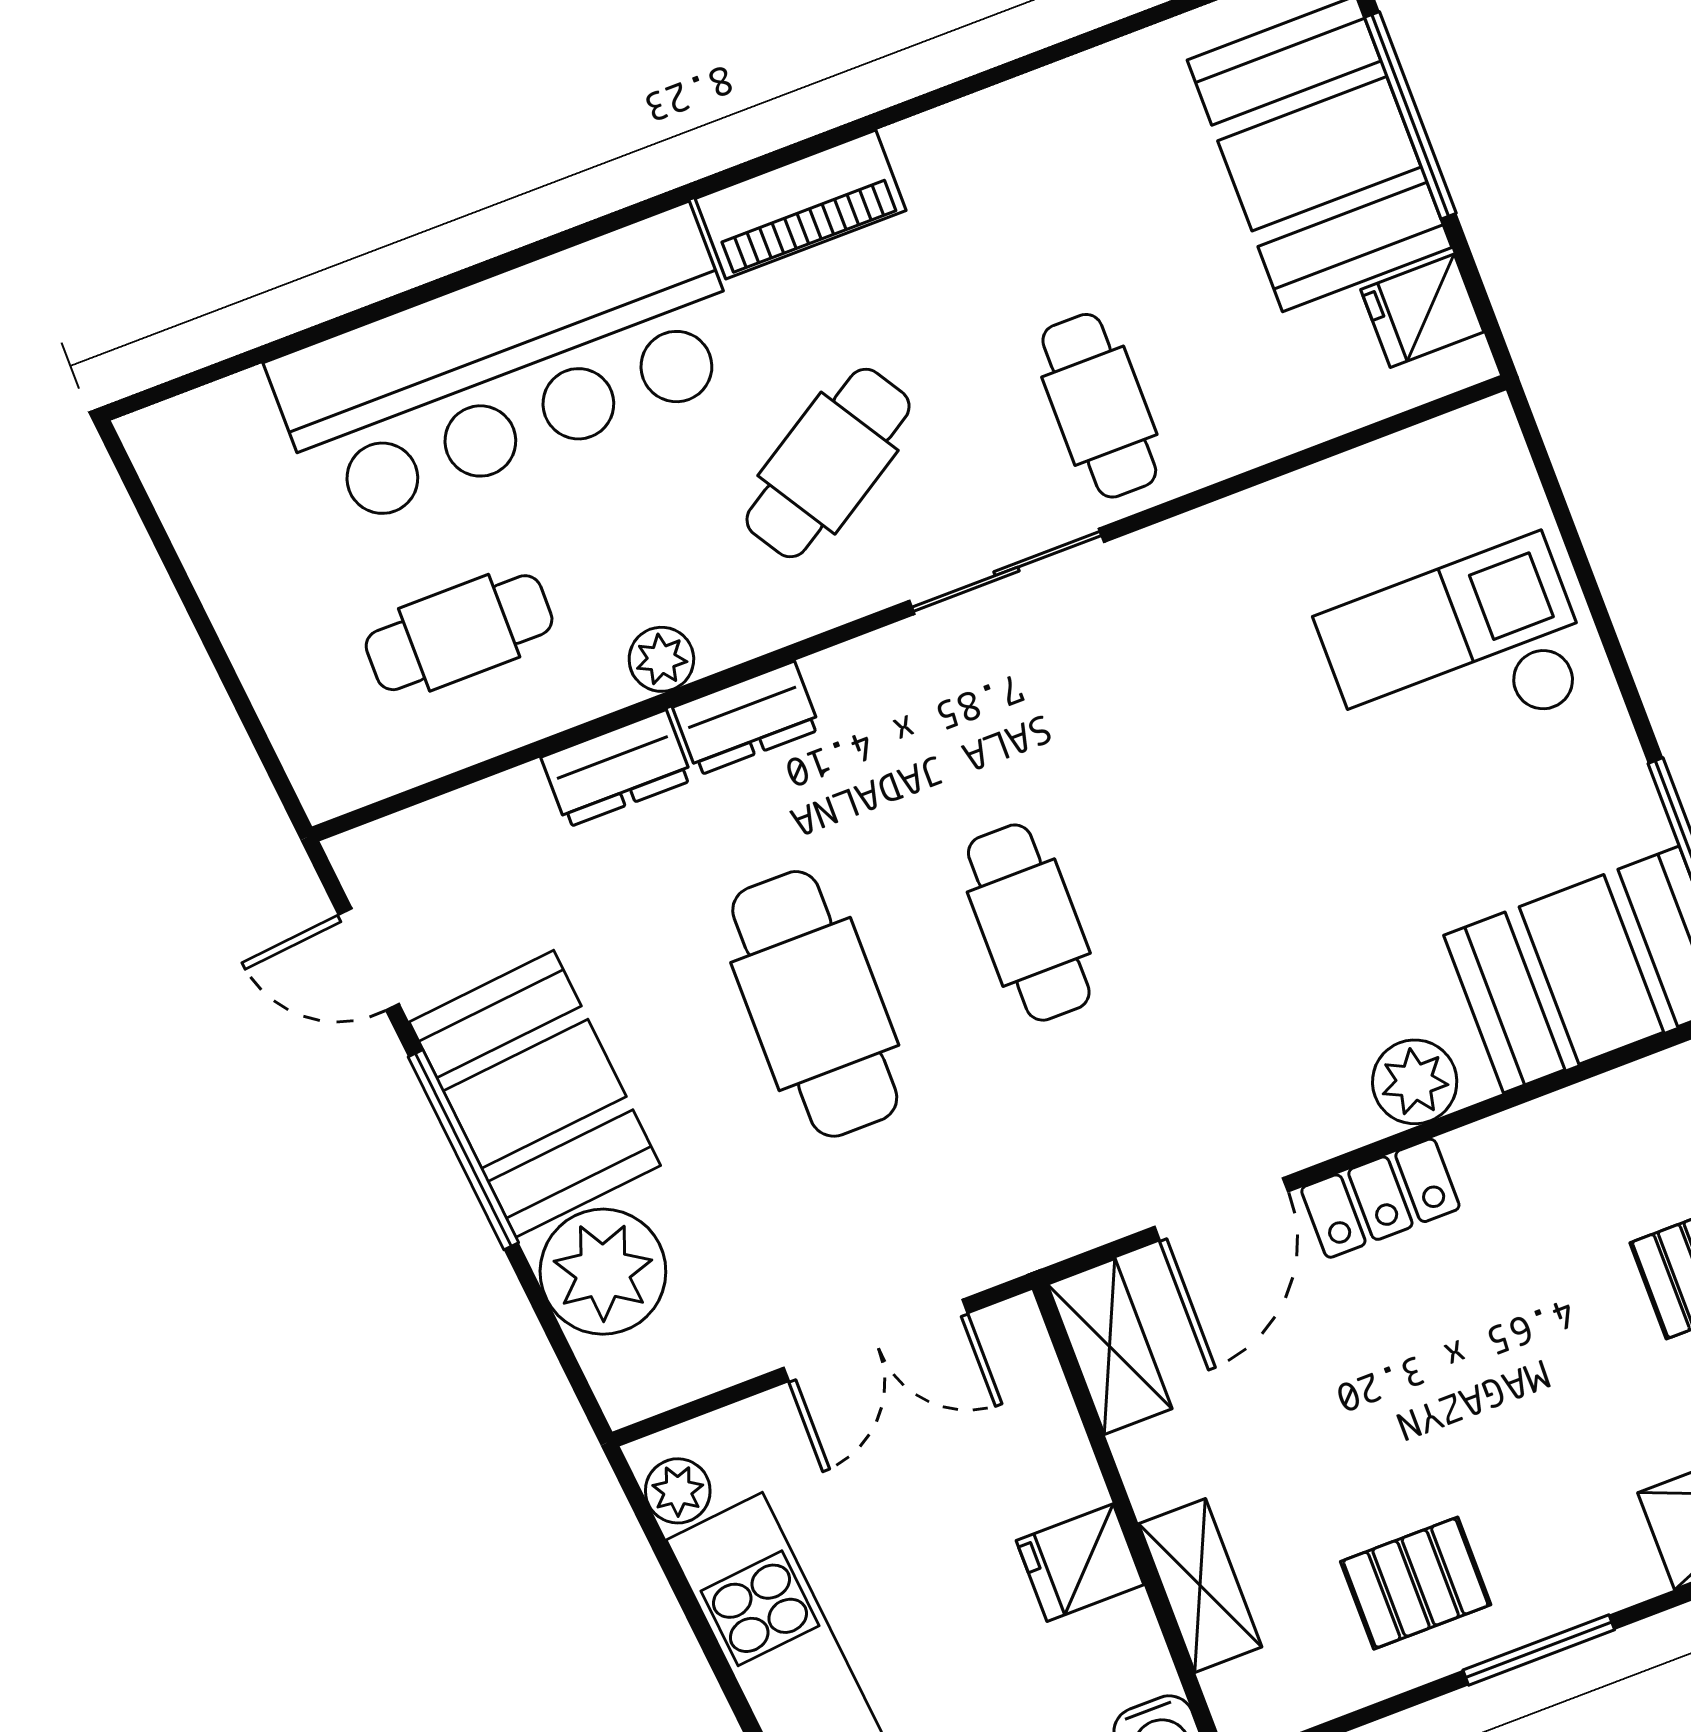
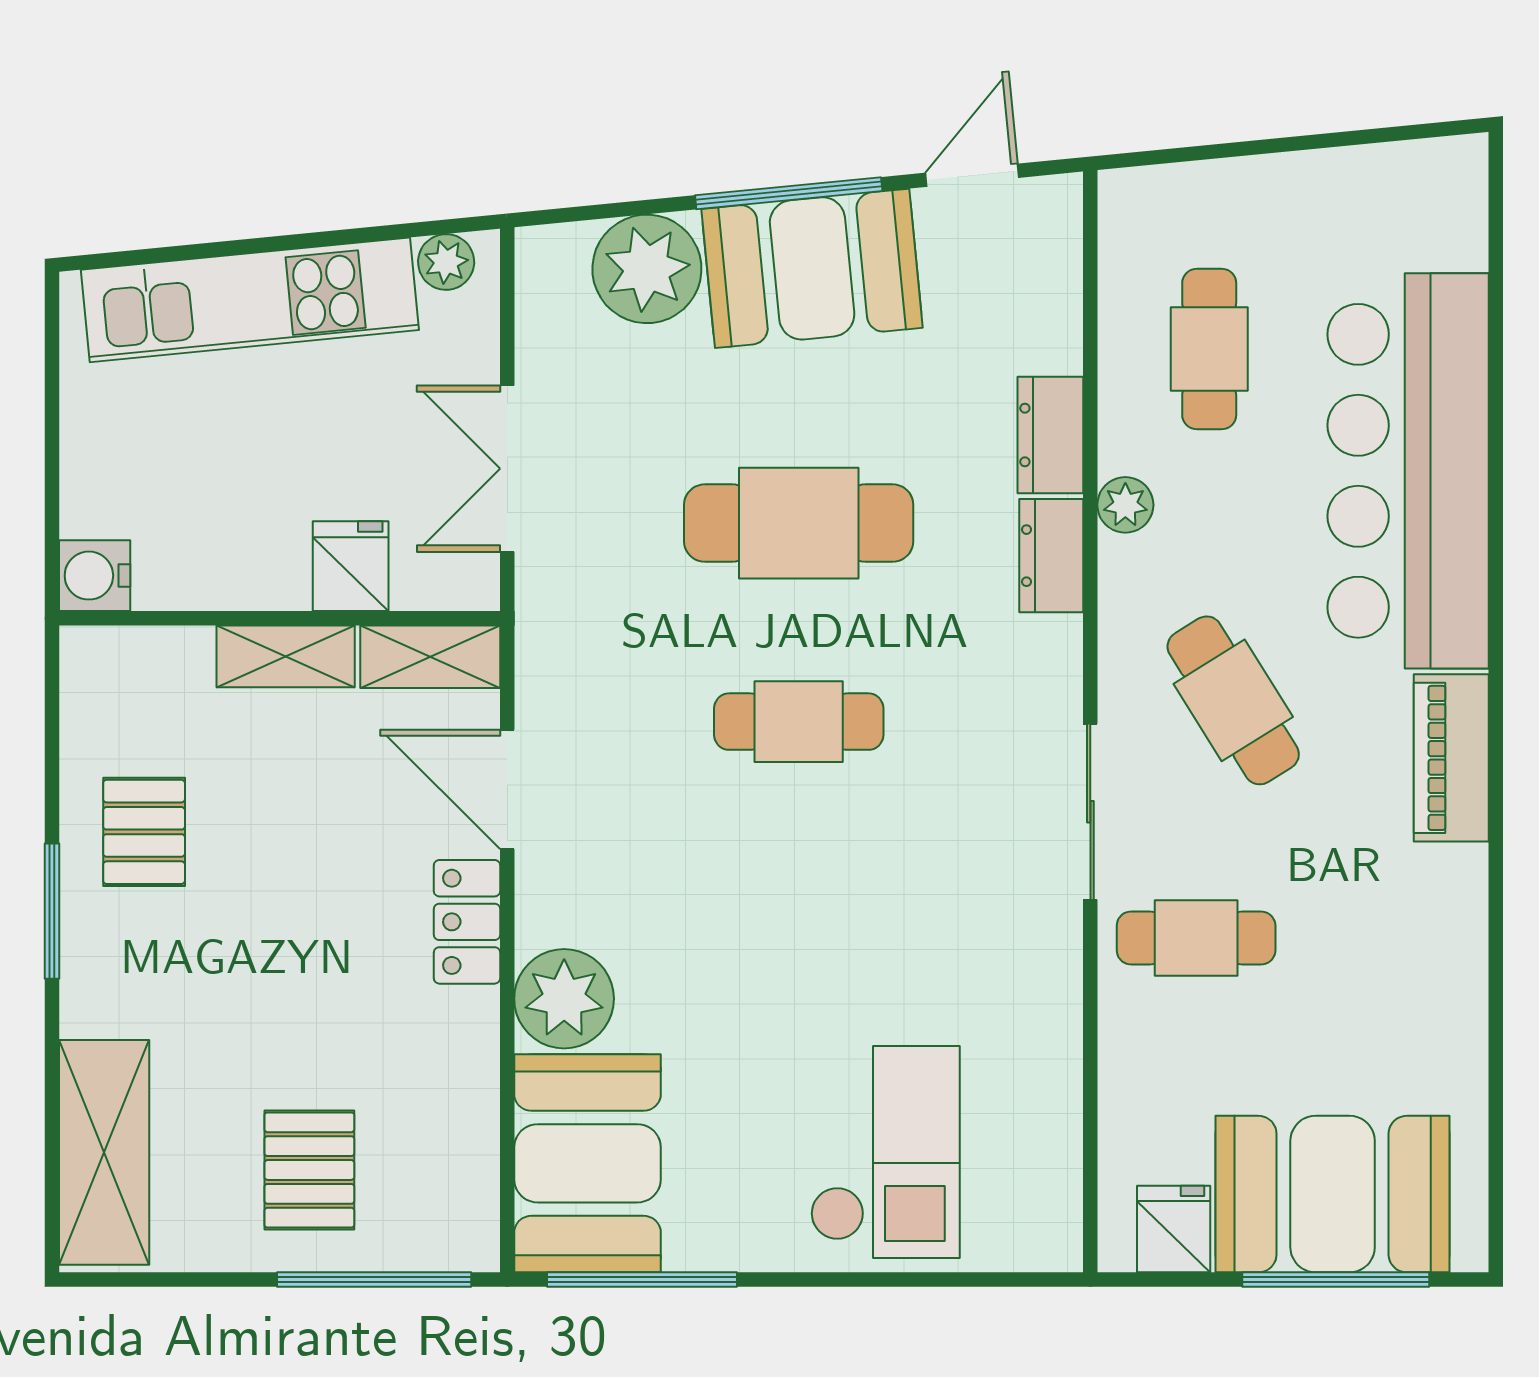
plant: (1415, 1082) -> (564, 999), width x1.36, depth x1.36
fridge: (1080, 1563) -> (351, 566), moved
shelving: (1200, 1585) -> (286, 656), moved

